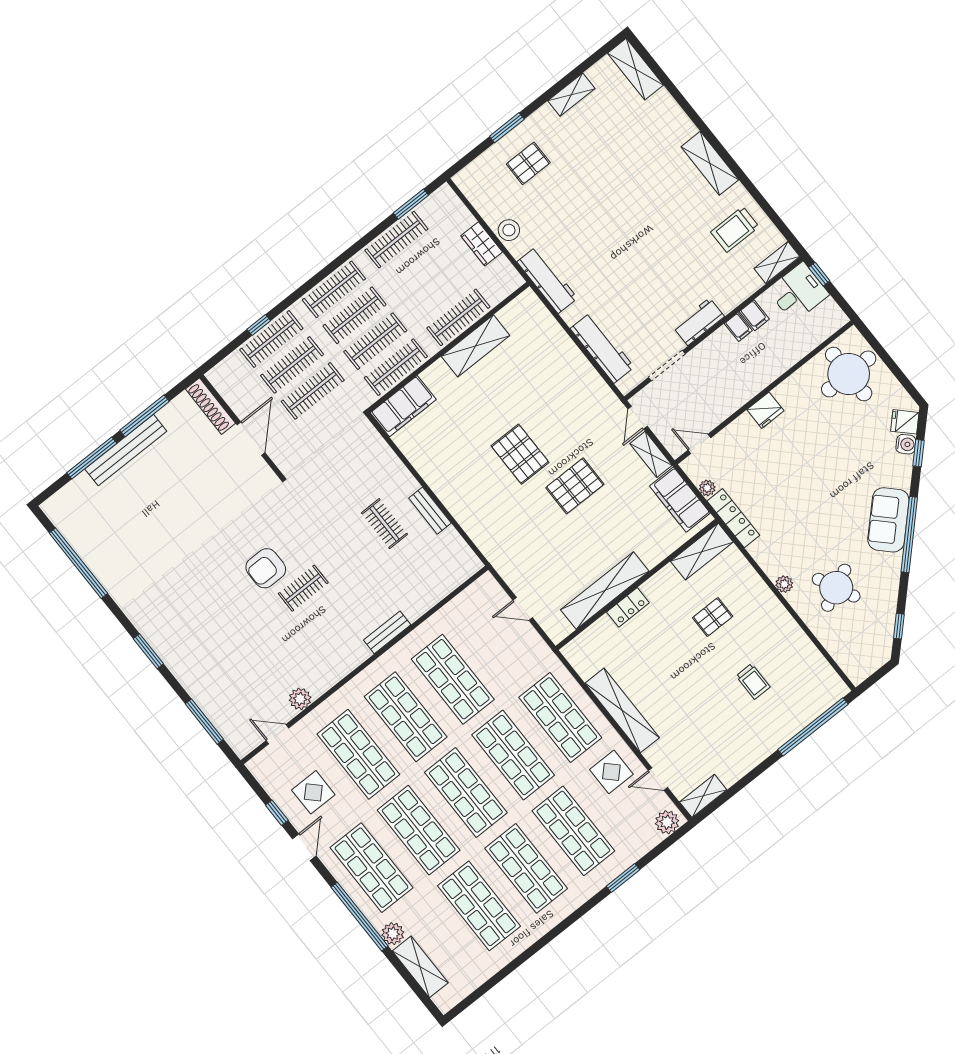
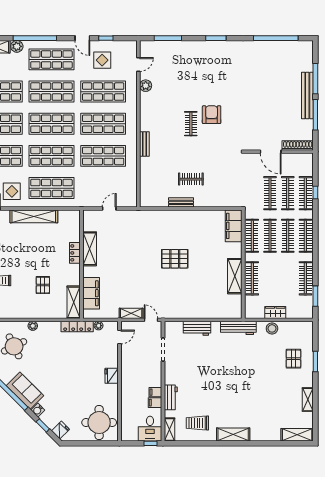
trolley: (735, 229) -> (197, 423), turned -90
workbench: (699, 322) -> (171, 397), moved
workbench: (602, 348) -> (197, 328), width x0.73
water cooler: (906, 444) -> (38, 410), moved
pallet: (575, 486) -> (143, 271), removed
filing cabinet: (680, 500) -> (91, 293), moved, turned 90
shelving: (605, 591) -> (90, 249), width x0.68

